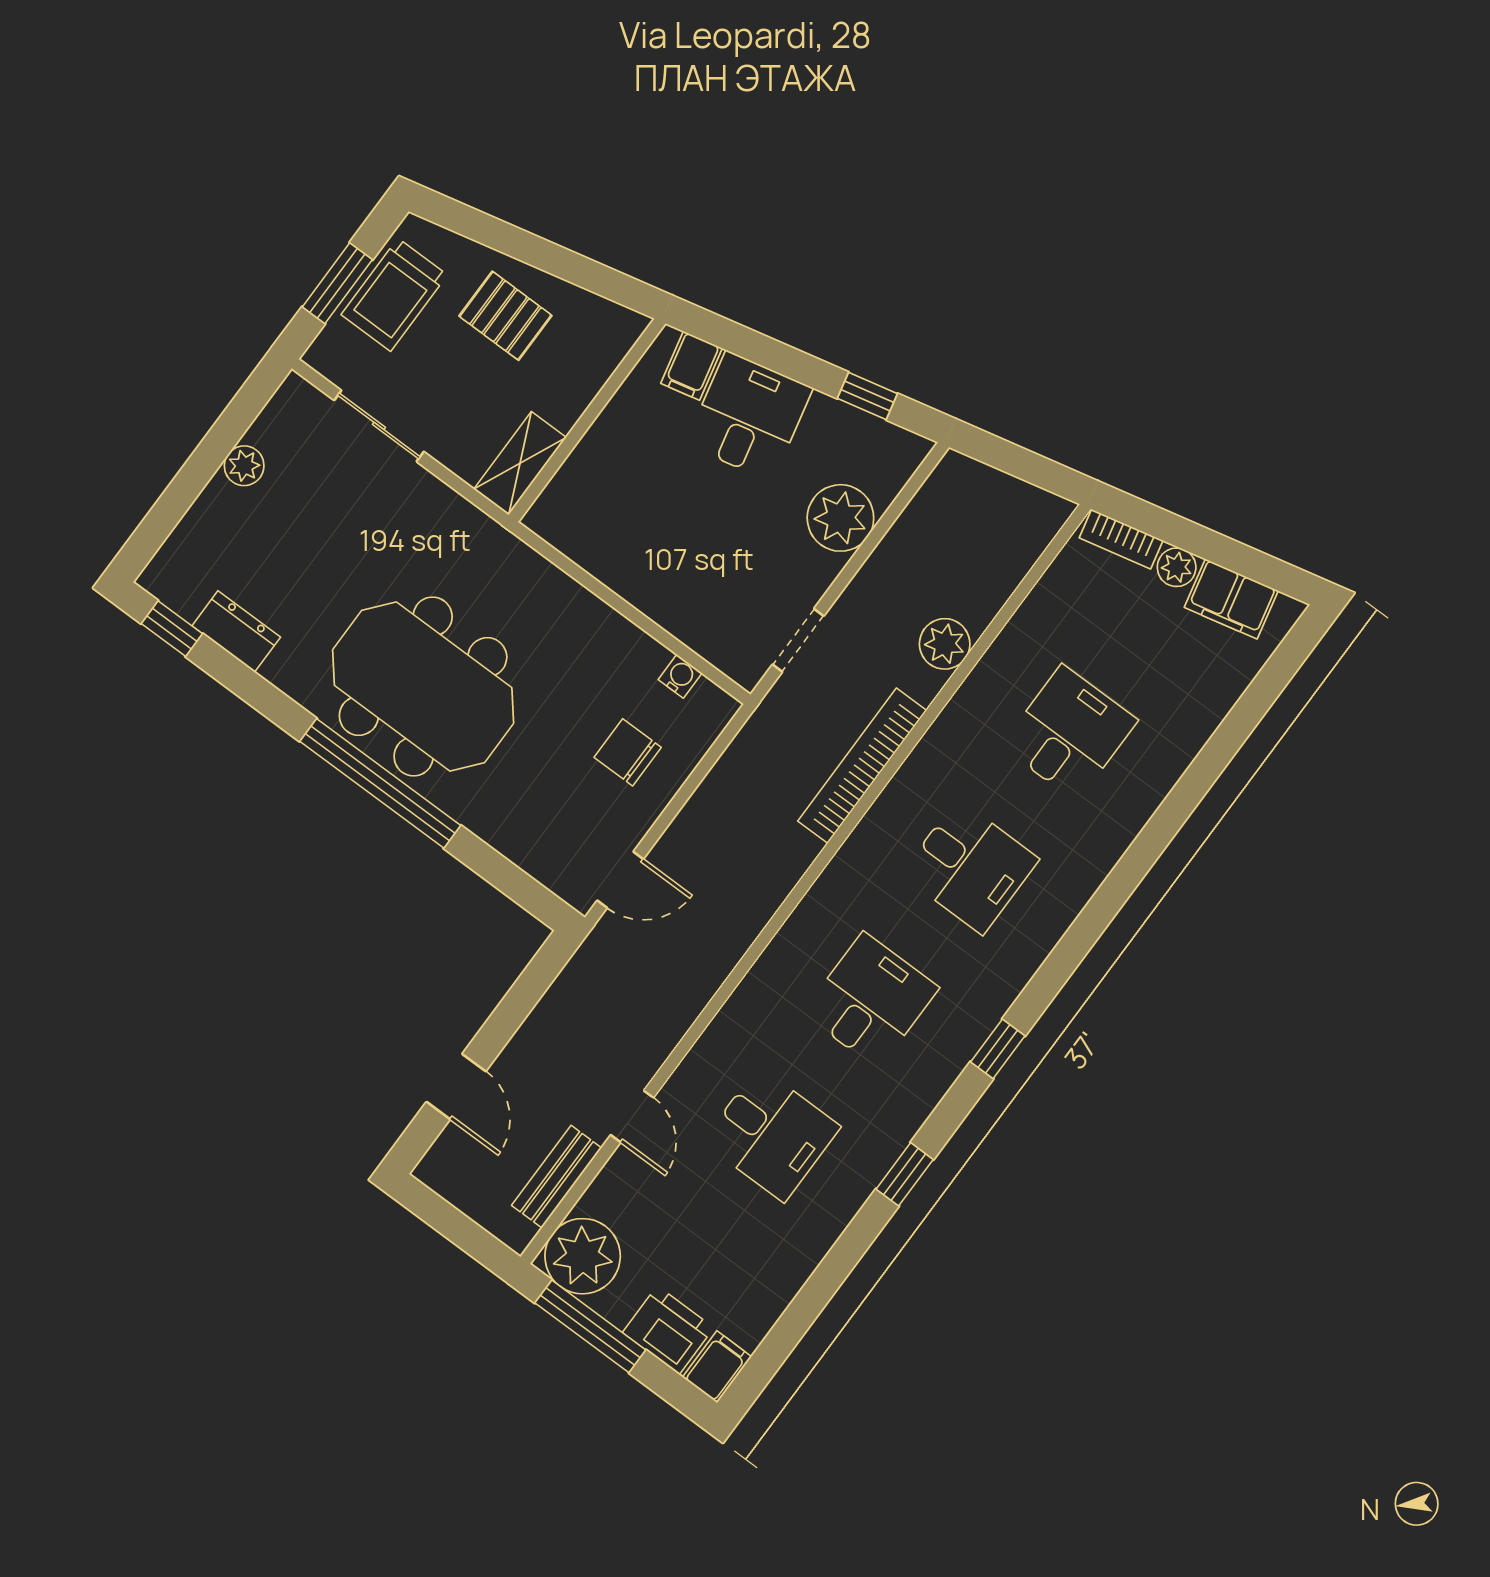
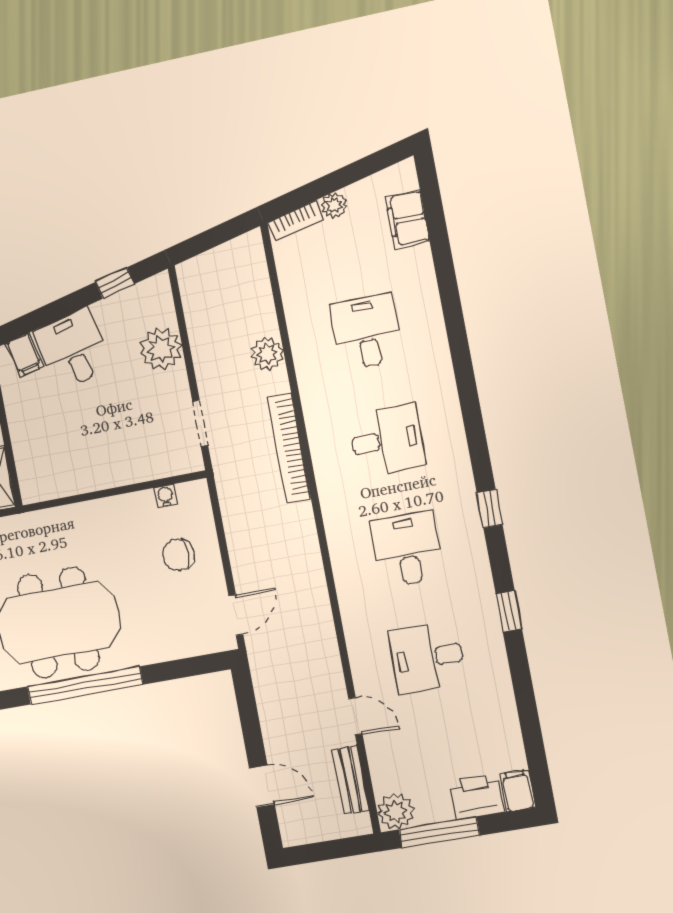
filing cabinet: (1231, 599) -> (407, 219), moved, turned 103
desk: (771, 1134) -> (427, 658), turned 180
plant: (583, 1256) -> (396, 811), width x0.73, depth x0.73

